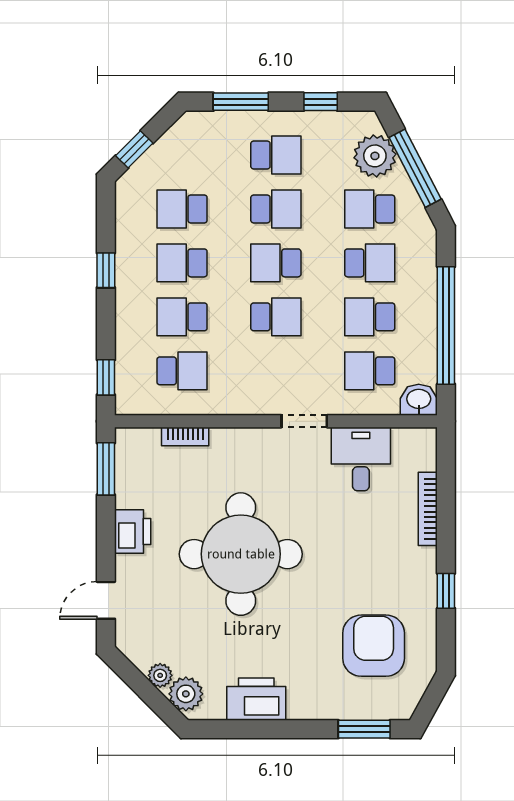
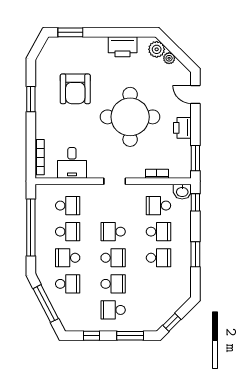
window: (134, 149) -> (172, 322), moved
plant: (375, 156) -> (65, 310), removed
school desk: (182, 209) -> (158, 284), removed
school desk: (276, 209) -> (113, 284), turned 180
window: (106, 270) -> (195, 254), width x1.50
washbasin: (419, 400) -> (182, 192), moved
doorway: (304, 421) -> (115, 181), moved
bookcase: (428, 509) -> (40, 157), moved
window: (446, 591) -> (31, 99), width x1.50
door: (106, 600) -> (195, 95), swing flipped
armchair: (374, 646) -> (75, 89), moved

